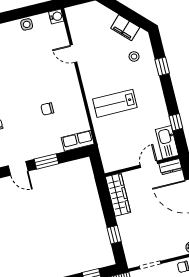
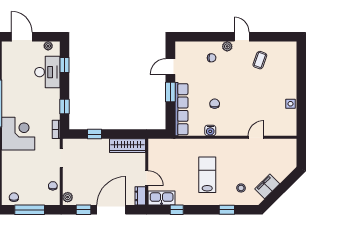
water cooler: (56, 16) -> (210, 130), moved
lab bench: (115, 103) -> (207, 175), moved
row of seats: (78, 141) -> (181, 109), width x2.02

